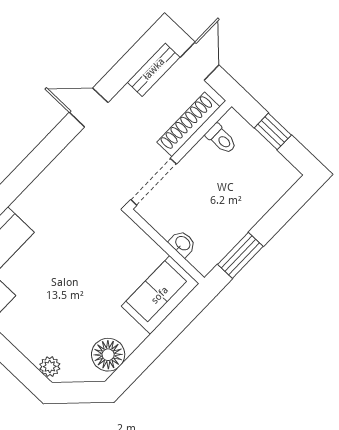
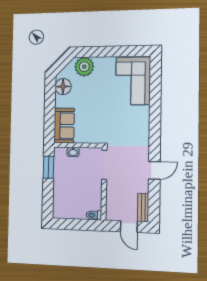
shoe rack: (188, 124) -> (111, 198), removed
window: (273, 131) -> (78, 224), removed
toilet: (221, 139) -> (94, 215), moved
plant: (50, 367) -> (84, 67), width x1.88, depth x1.88

